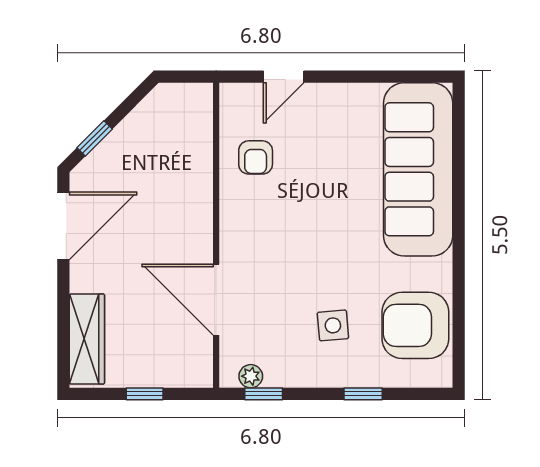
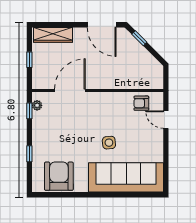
armchair: (256, 157) -> (141, 103), moved
side table: (333, 325) -> (109, 143), moved

